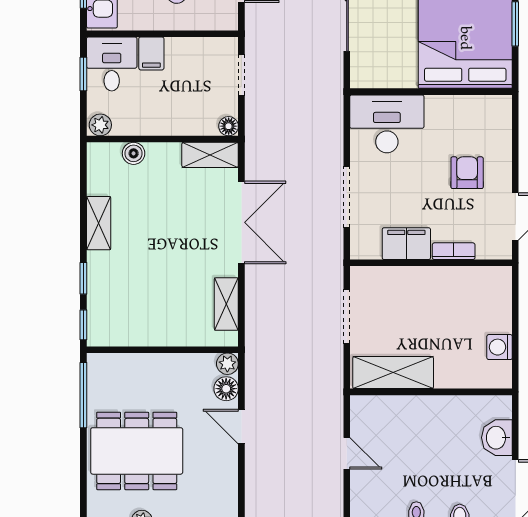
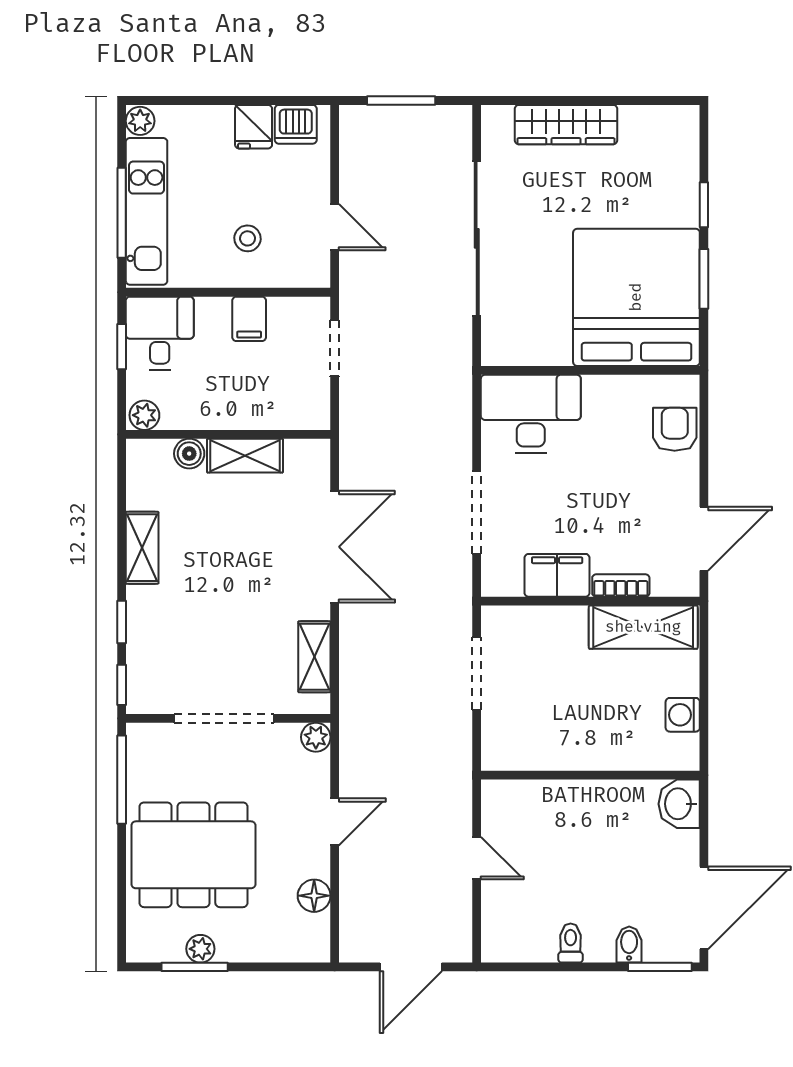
filing cabinet: (151, 53) -> (249, 319), moved
floor lamp: (229, 126) -> (317, 417), removed
shelving: (210, 155) -> (245, 456), moved
armchair: (467, 173) -> (675, 429), moved
doorway: (159, 350) -> (224, 718), added
shelving: (393, 373) -> (643, 627), moved
floor lamp: (226, 389) -> (314, 896), moved
door: (241, 426) -> (335, 822), swing flipped
washbasin: (497, 438) -> (679, 804), moved

